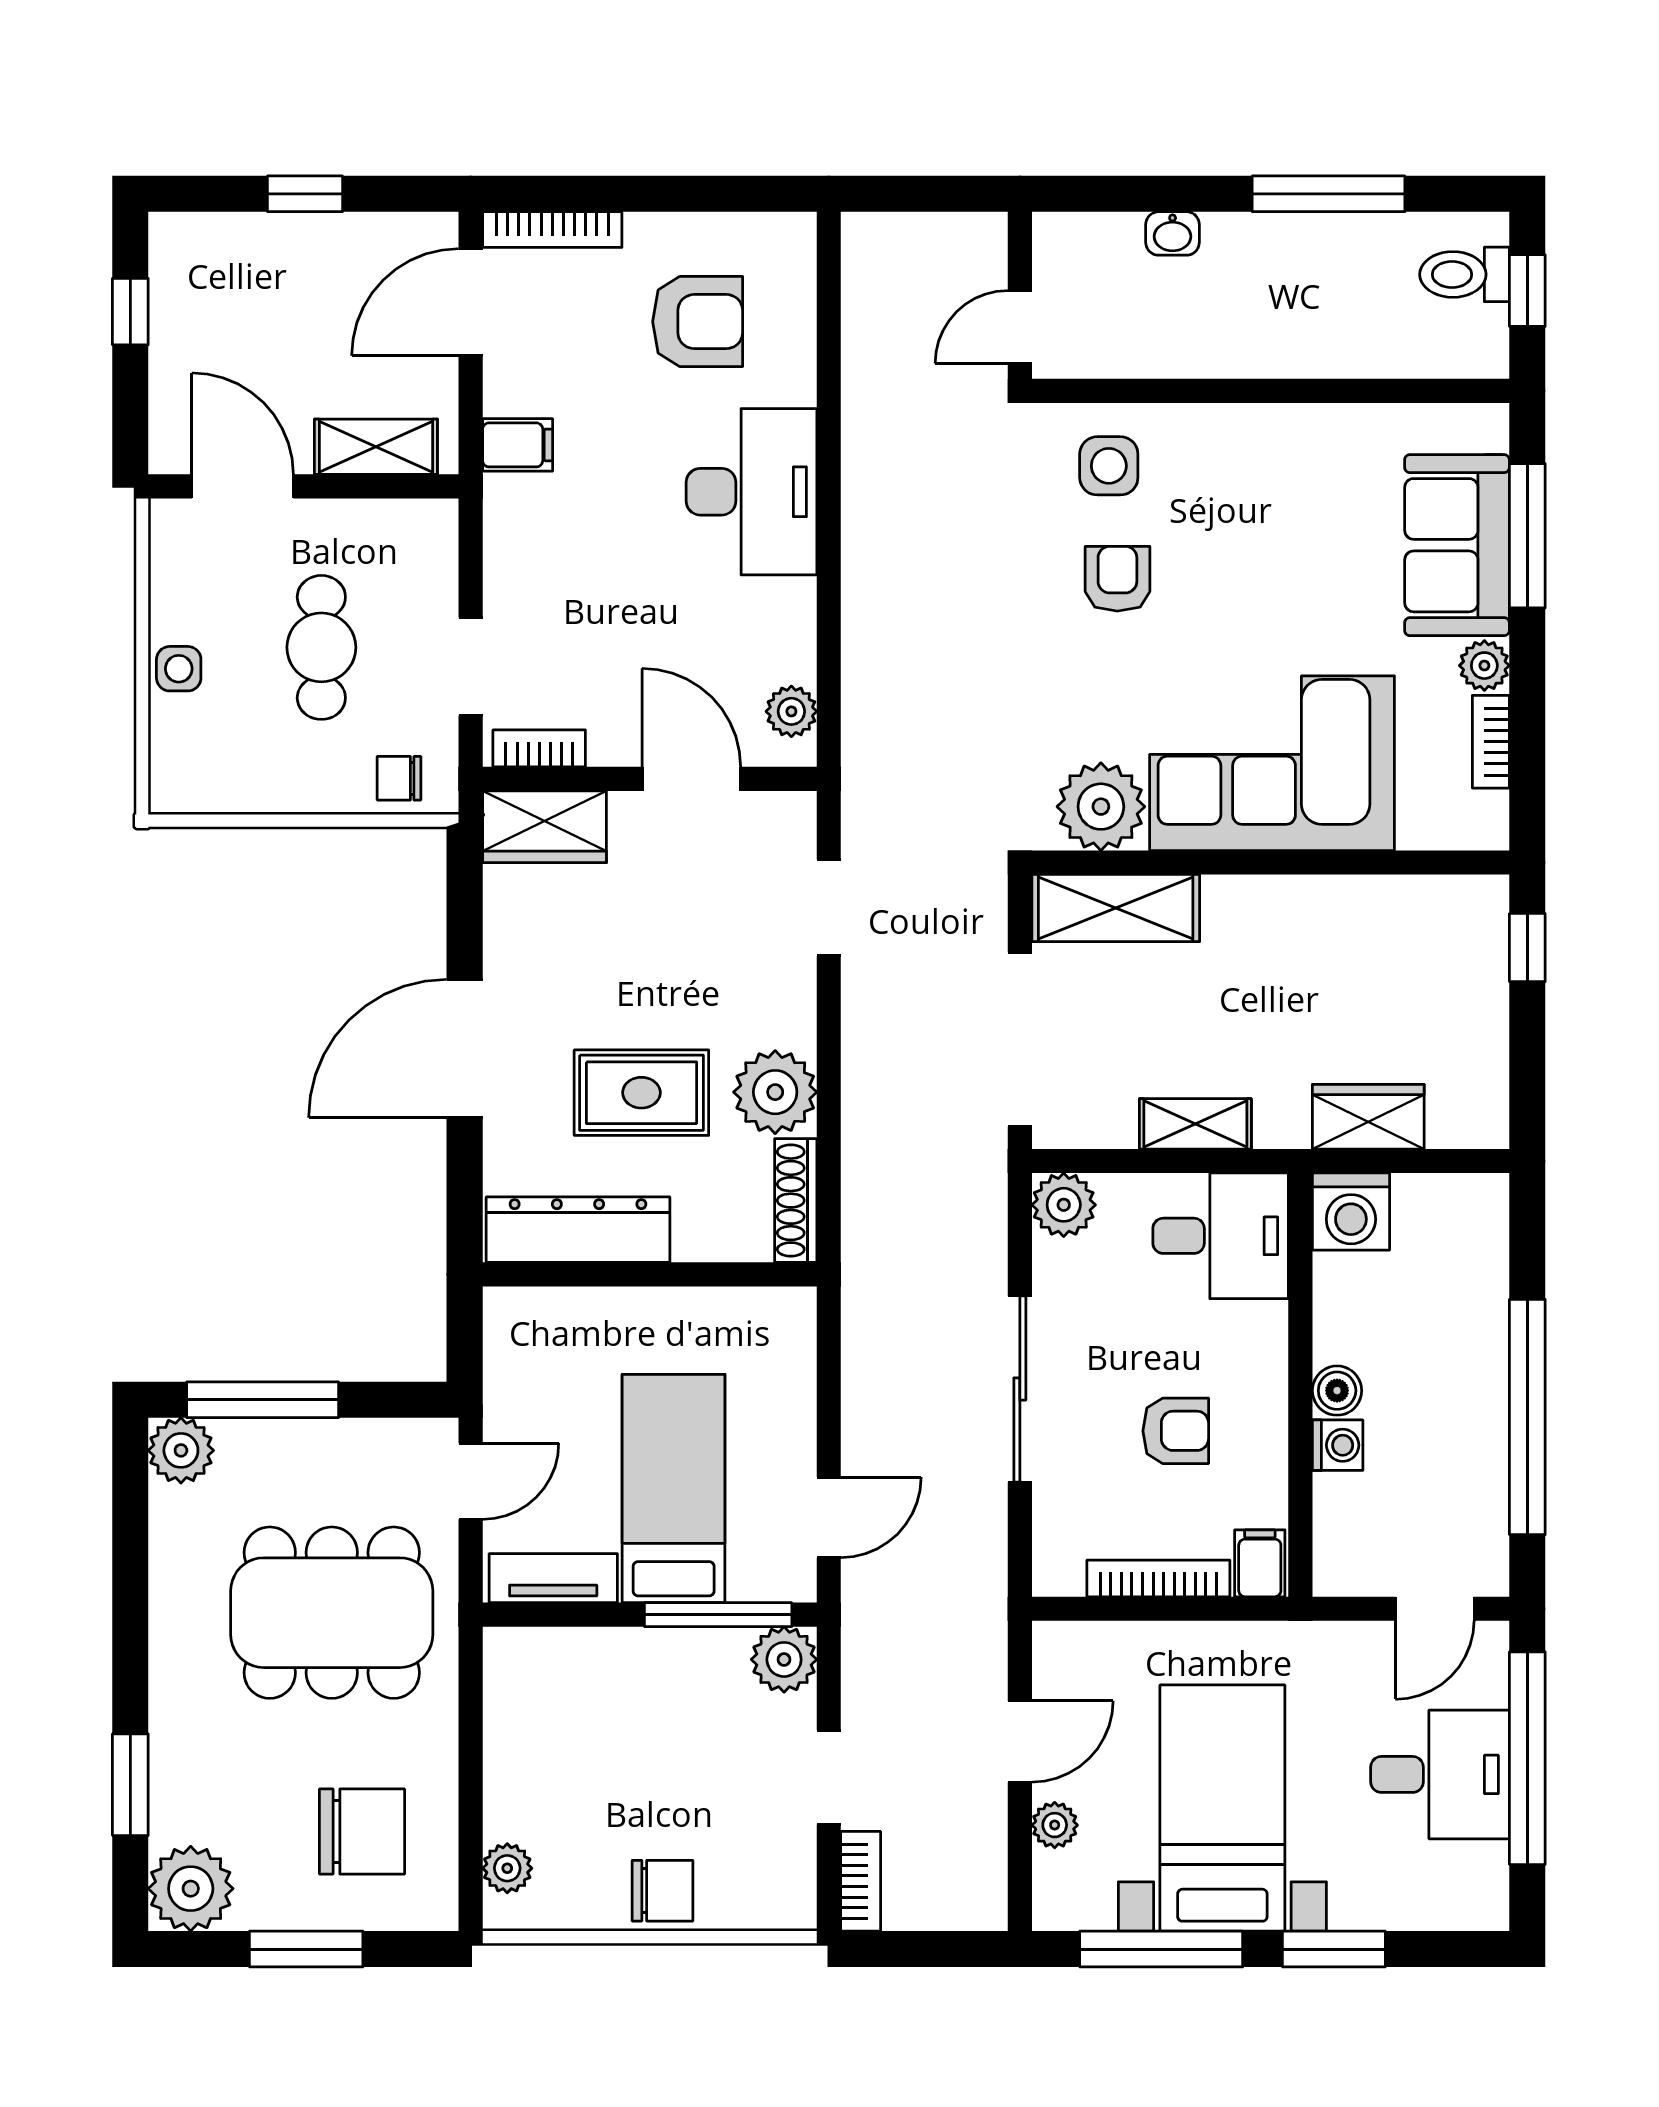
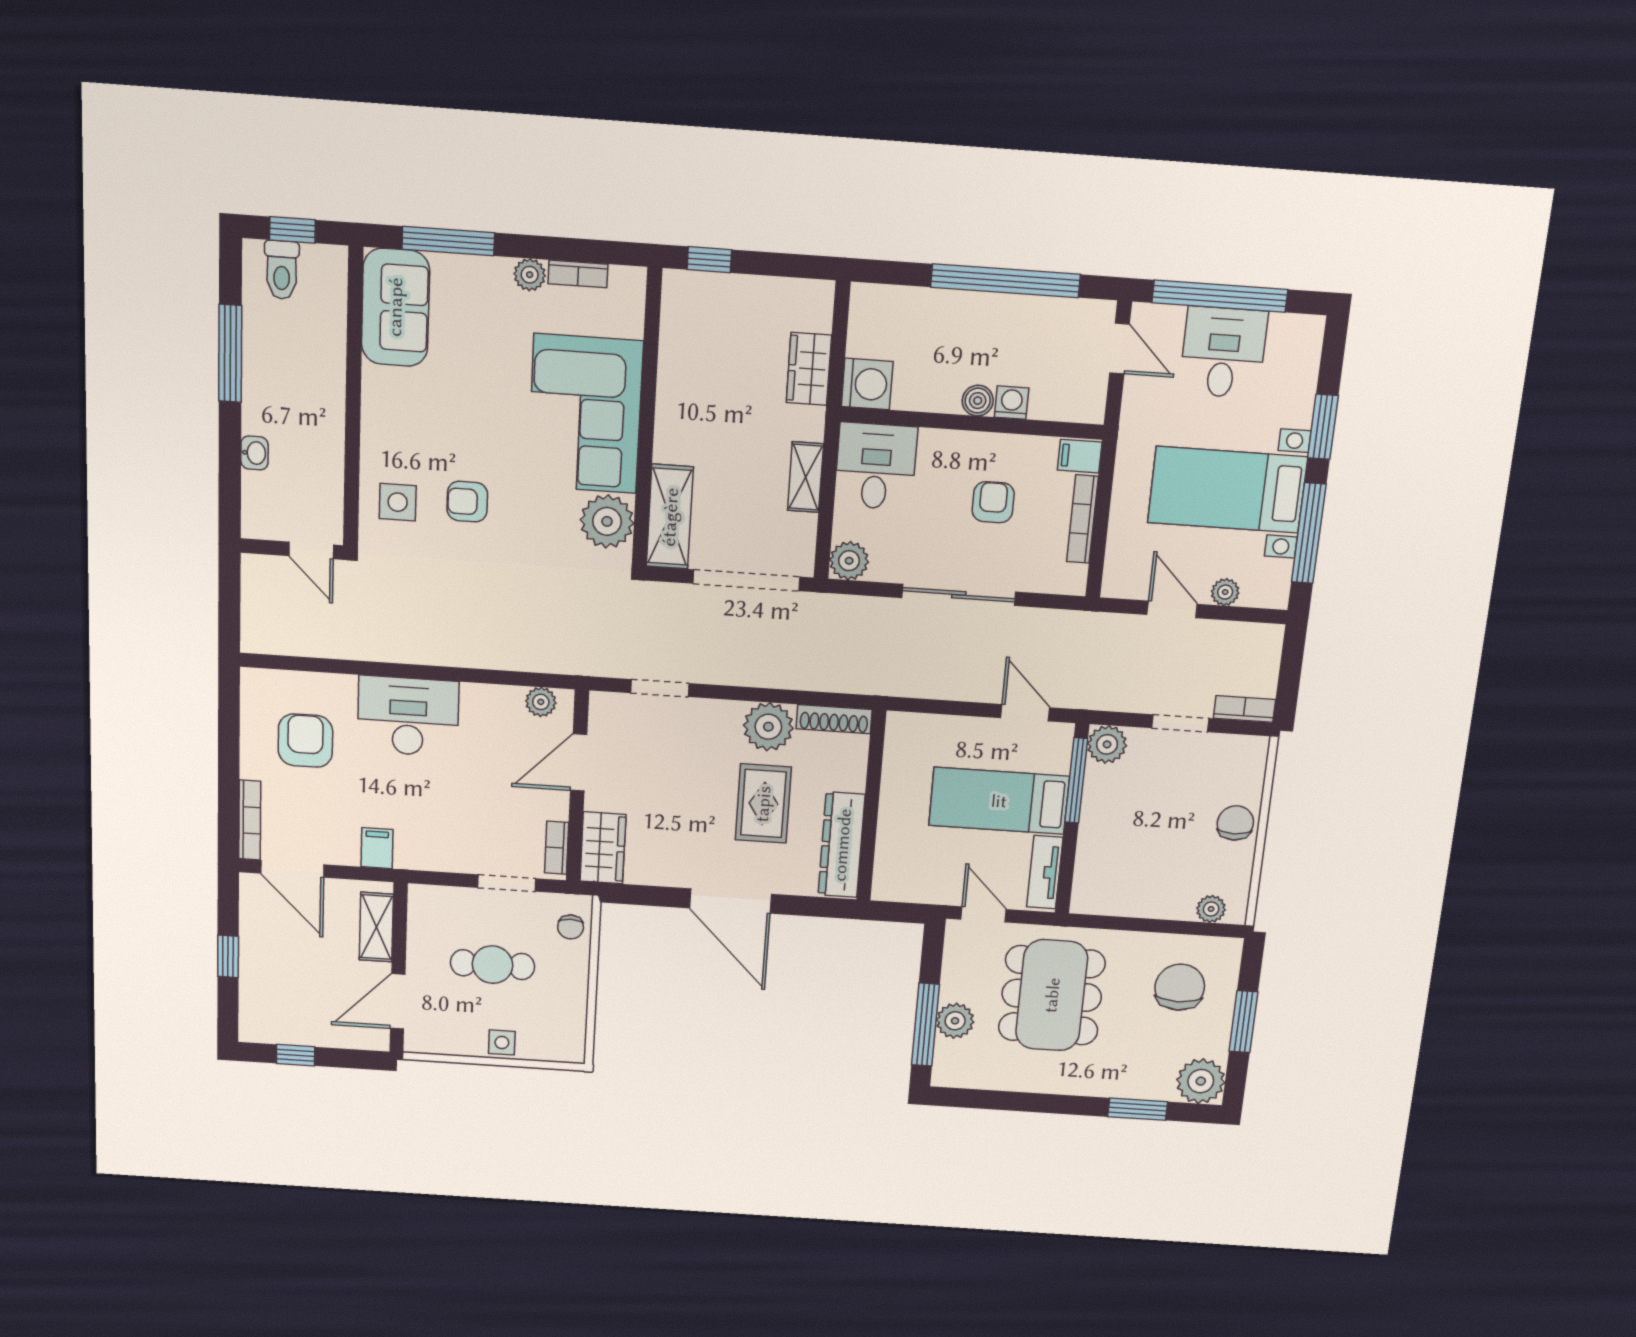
sofa: (1457, 545) -> (395, 307), moved, turned -90
plant: (181, 1450) -> (955, 1021), moved

